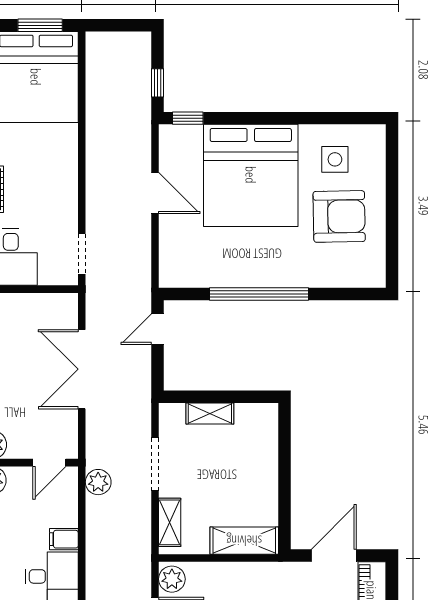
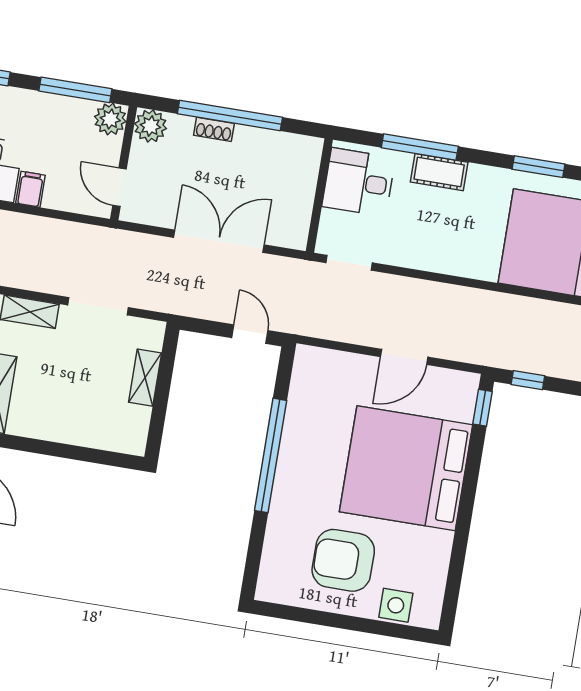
side table: (335, 159) -> (396, 605), moved
armchair: (339, 216) -> (343, 560), turned 91
plant: (98, 482) -> (88, 239), removed

